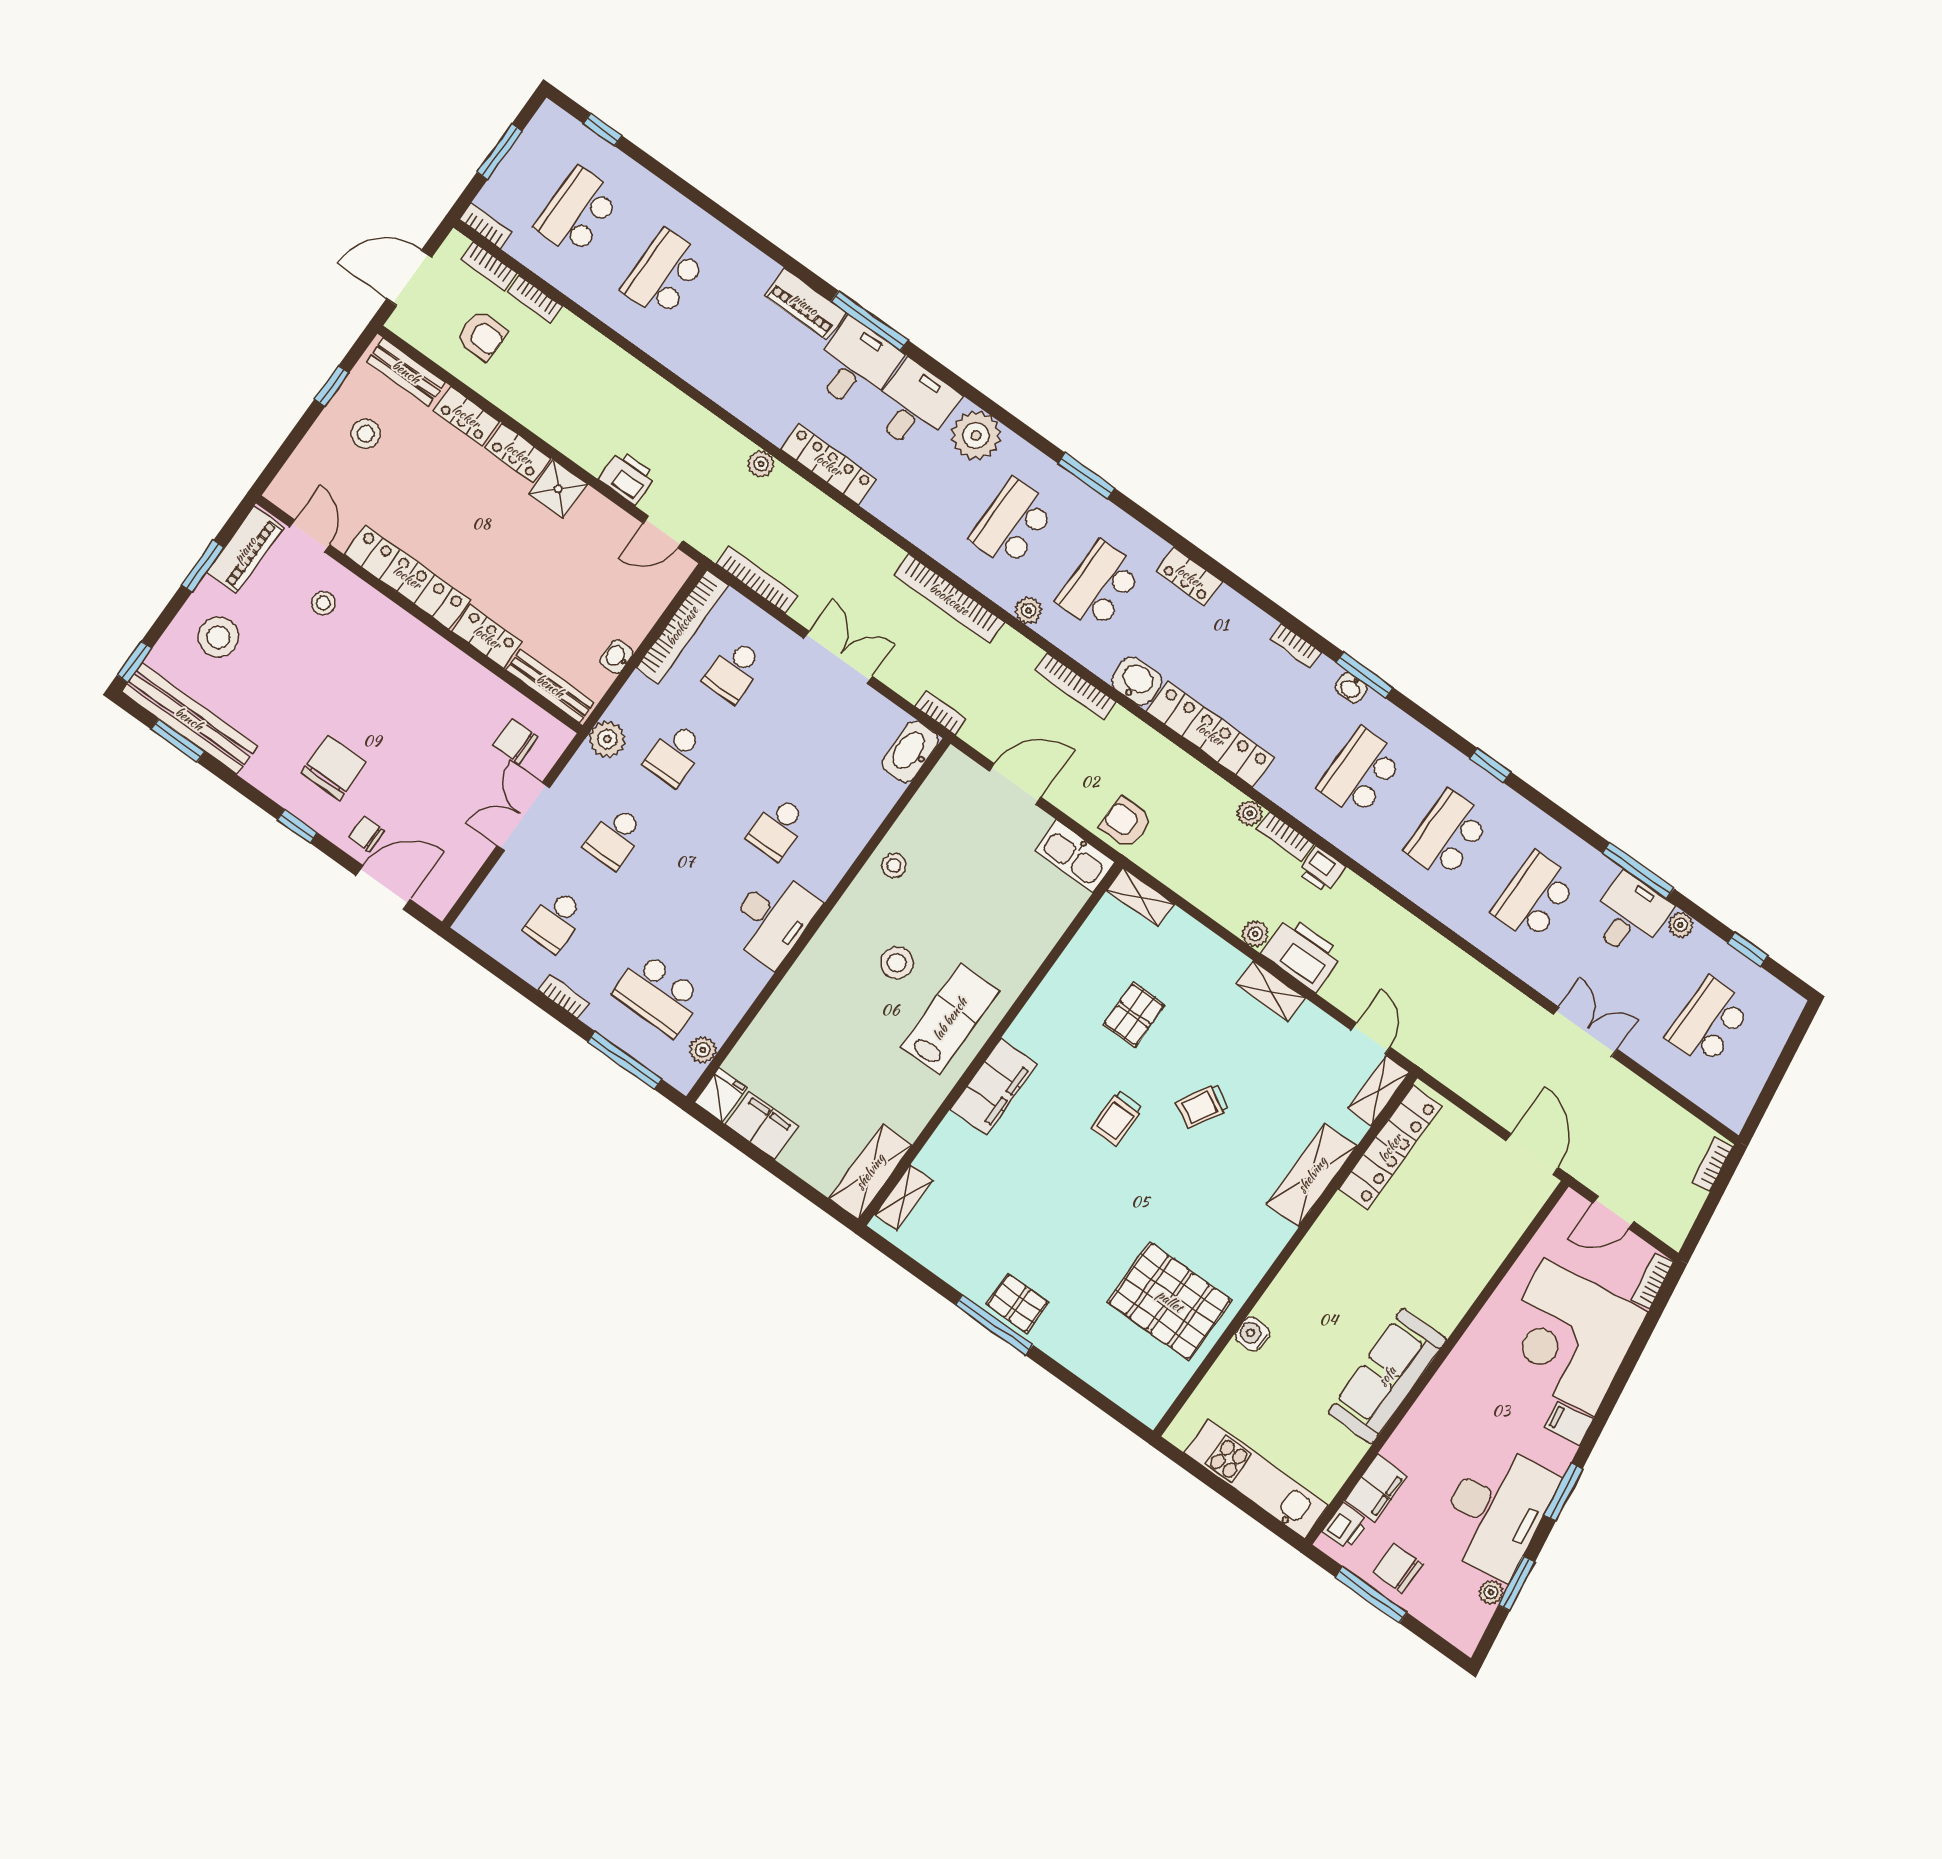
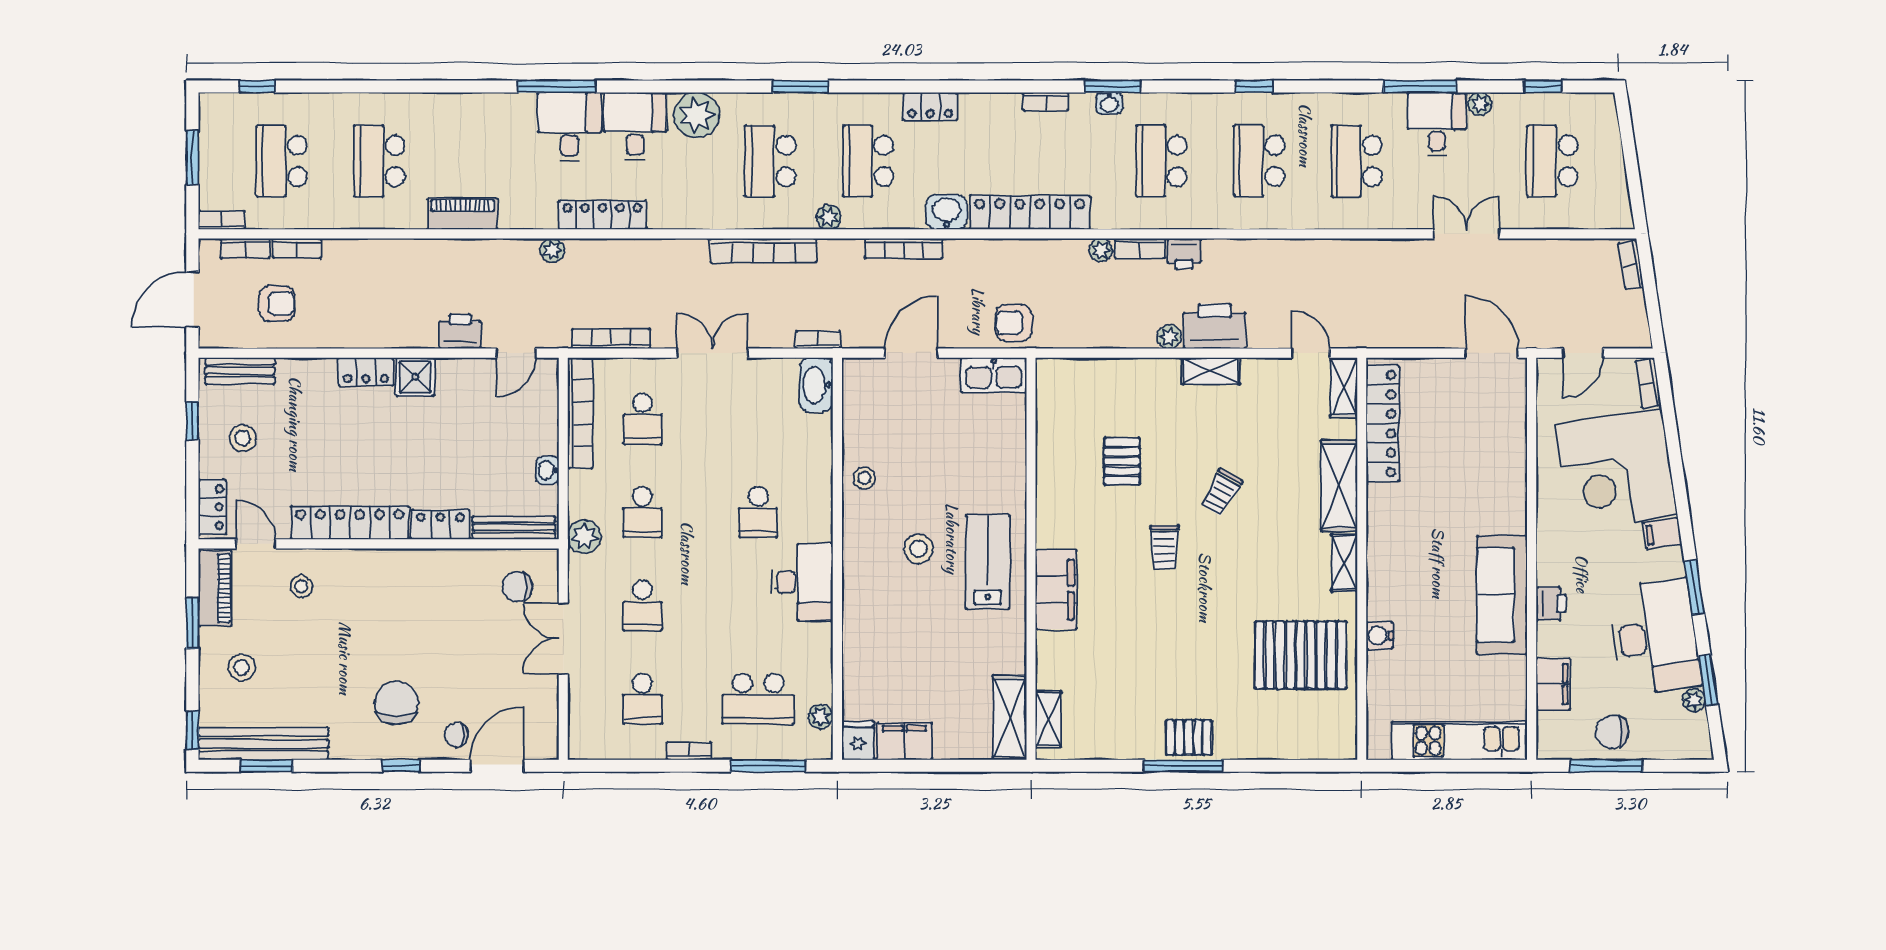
piano: (805, 304) -> (463, 214), moved, turned 180
locker: (466, 416) -> (212, 507), moved, turned -90
stool: (219, 637) -> (242, 667), width x0.73, depth x0.73
shelving: (1140, 897) -> (1344, 563), moved, turned 90
printer: (1346, 1526) -> (1551, 604), moved

